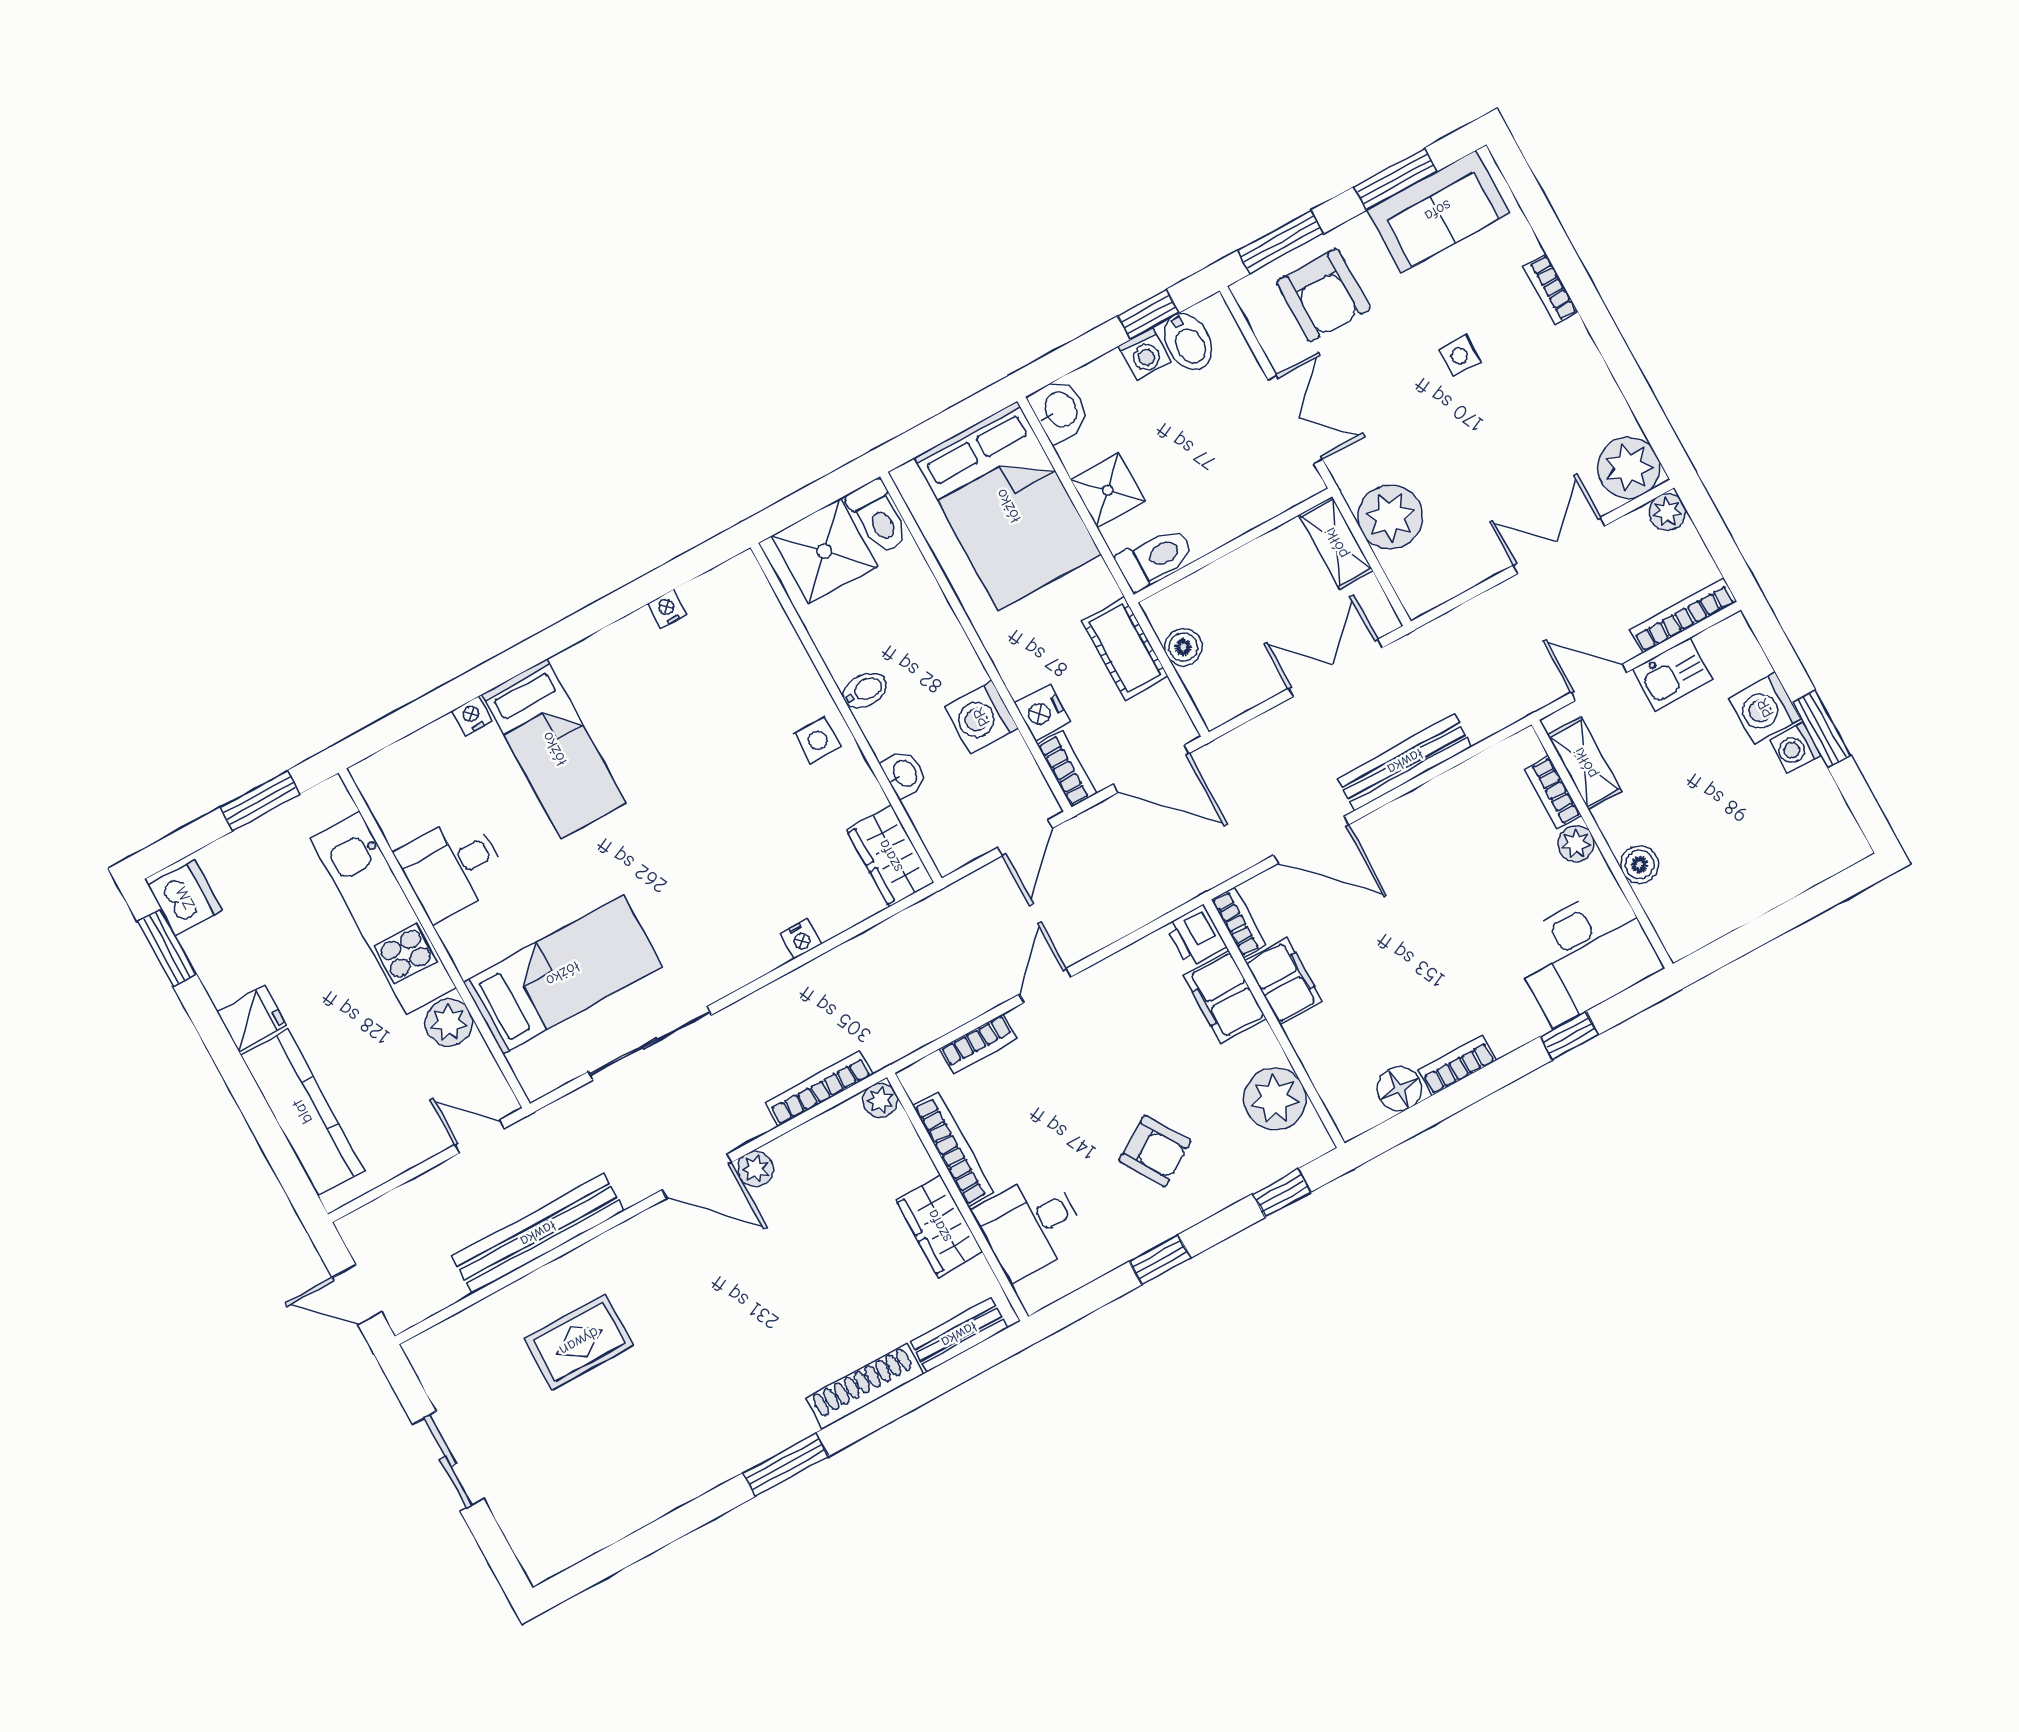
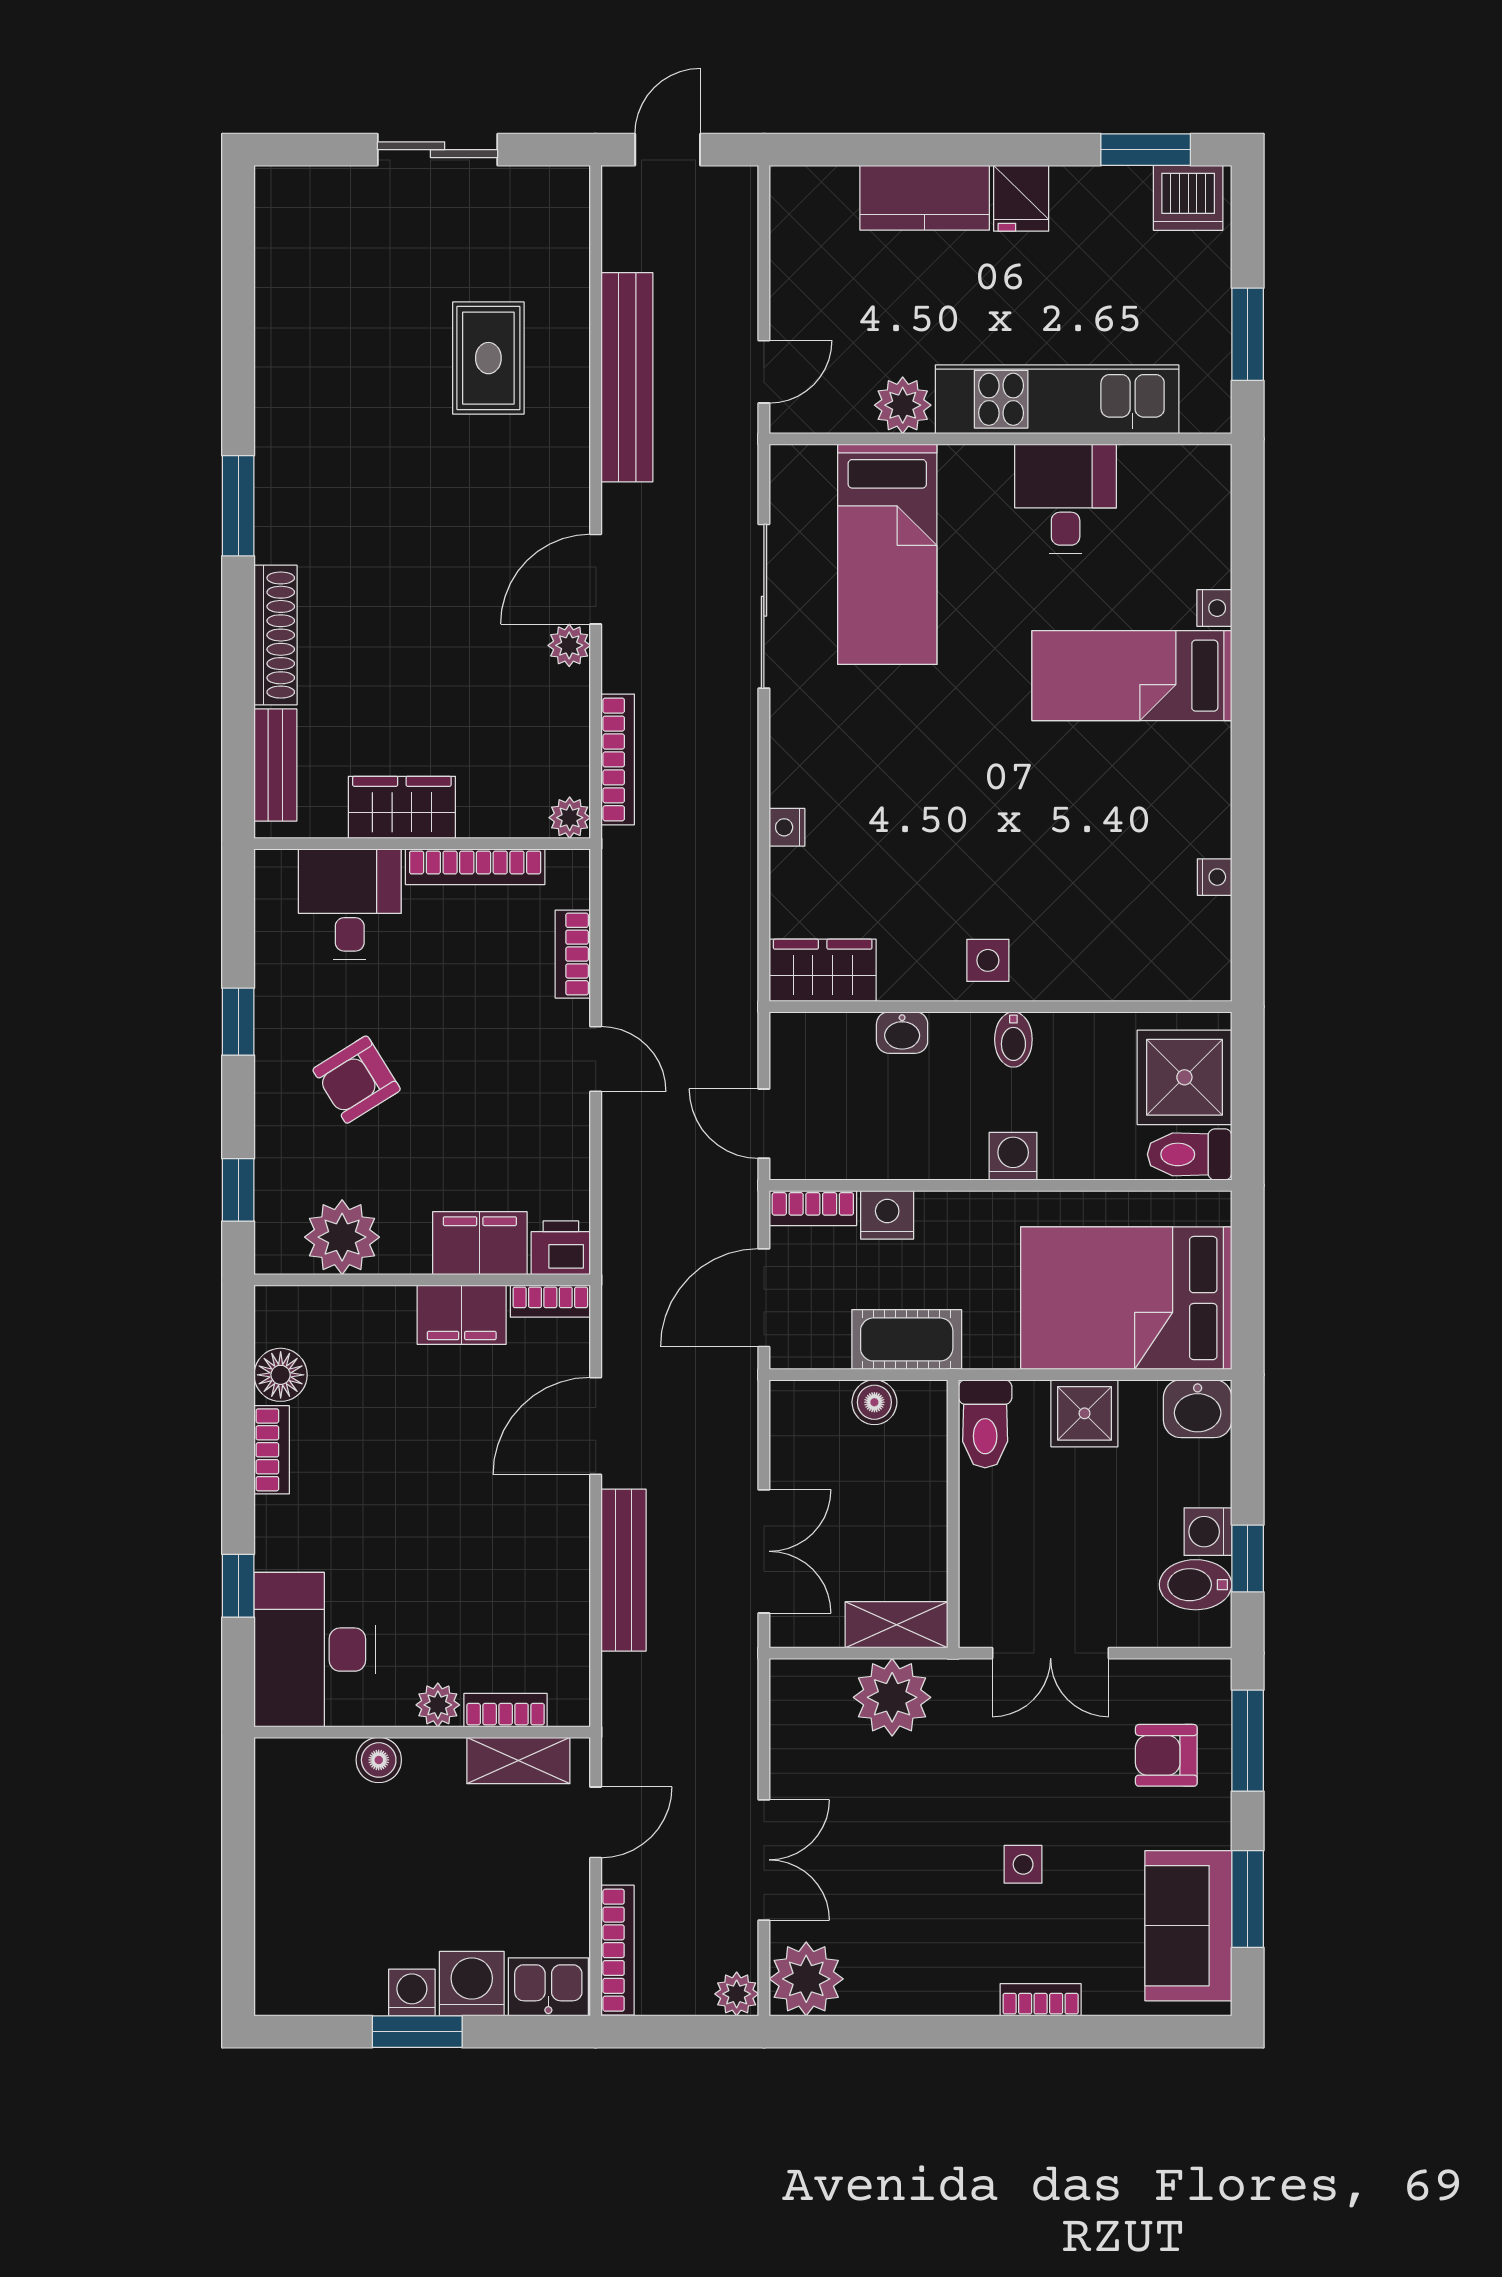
armchair: (1323, 295) -> (1166, 1755), width x0.72, depth x0.72
kitchen sink: (1673, 674) -> (548, 1987), moved, turned 90
washing machine: (981, 717) -> (1013, 1156), moved, width x0.73, depth x0.73
kitchen counter: (302, 1112) -> (925, 198), width x0.67

